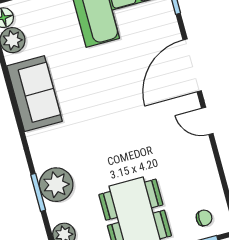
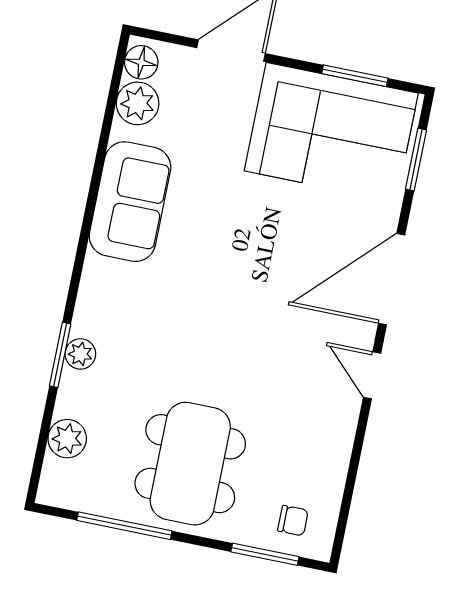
plant: (56, 185) -> (80, 354), width x0.53, depth x0.53

